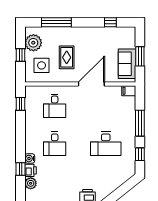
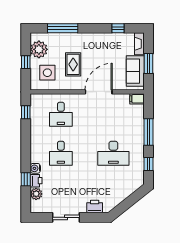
fireplace: (131, 37) -> (139, 44), added

